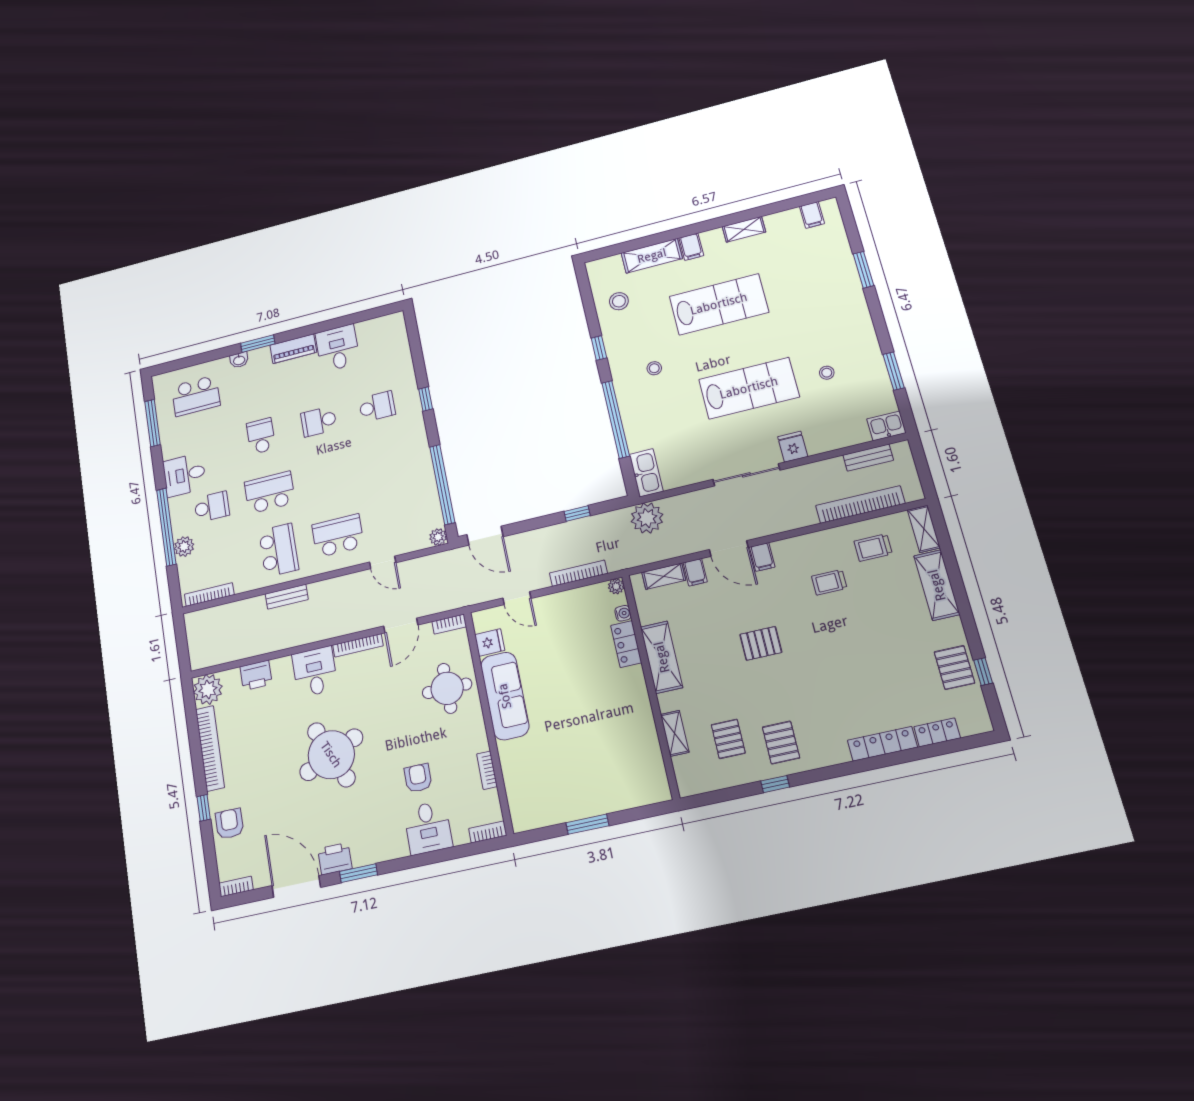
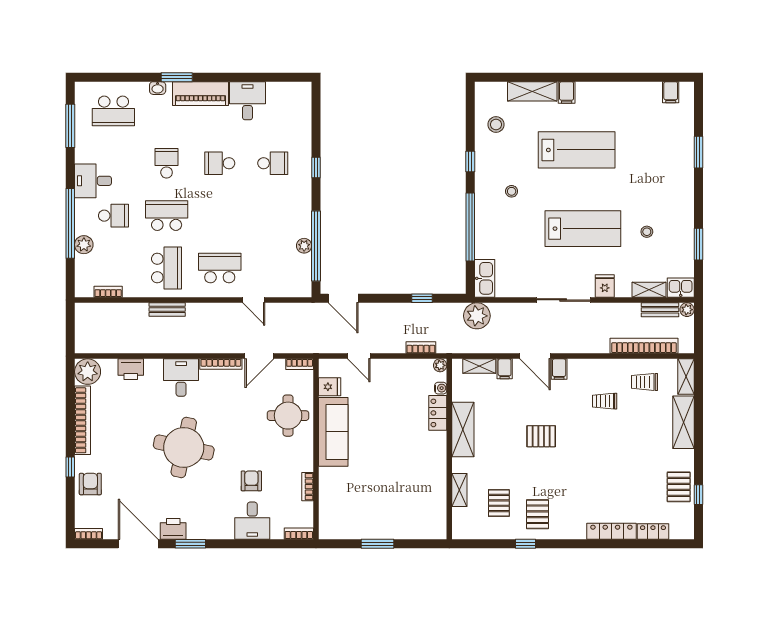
shelving: (744, 229) -> (649, 290), moved
piano: (293, 349) -> (200, 94), width x1.37, depth x1.33
plant: (902, 449) -> (687, 310), added
plant: (438, 537) -> (304, 246), moved
bookcase: (578, 573) -> (421, 348), width x0.64
bookcase: (209, 595) -> (108, 292), width x0.64
round table: (331, 755) -> (184, 447), turned 36

